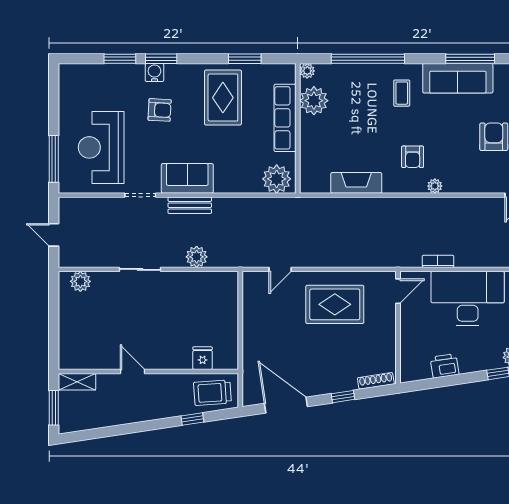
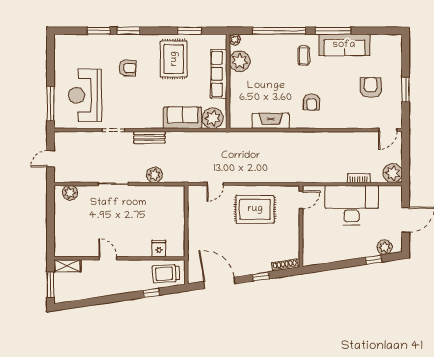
window: (470, 59) -> (333, 31), moved
water cooler: (154, 72) -> (124, 41), removed
sofa: (187, 178) -> (182, 118), moved
plant: (435, 186) -> (328, 123), removed
door: (54, 235) -> (51, 159), hinge flipped
bookcase: (438, 261) -> (359, 178), moved
printer: (445, 366) -> (335, 254), removed

